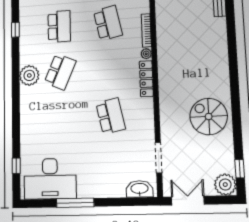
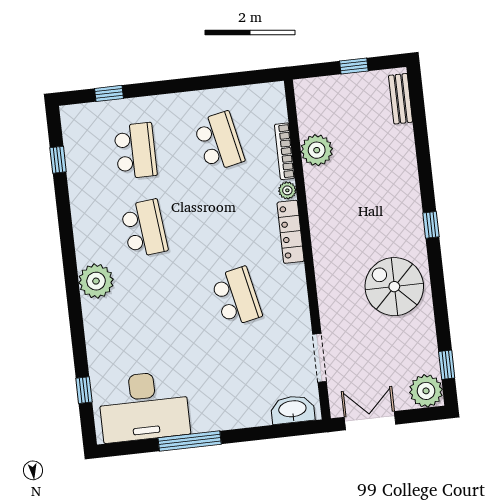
plant: (166, 31) -> (317, 150), added
school desk: (60, 72) -> (144, 228), turned -30
plant: (29, 75) -> (96, 281), moved
window: (234, 79) -> (431, 225), added

